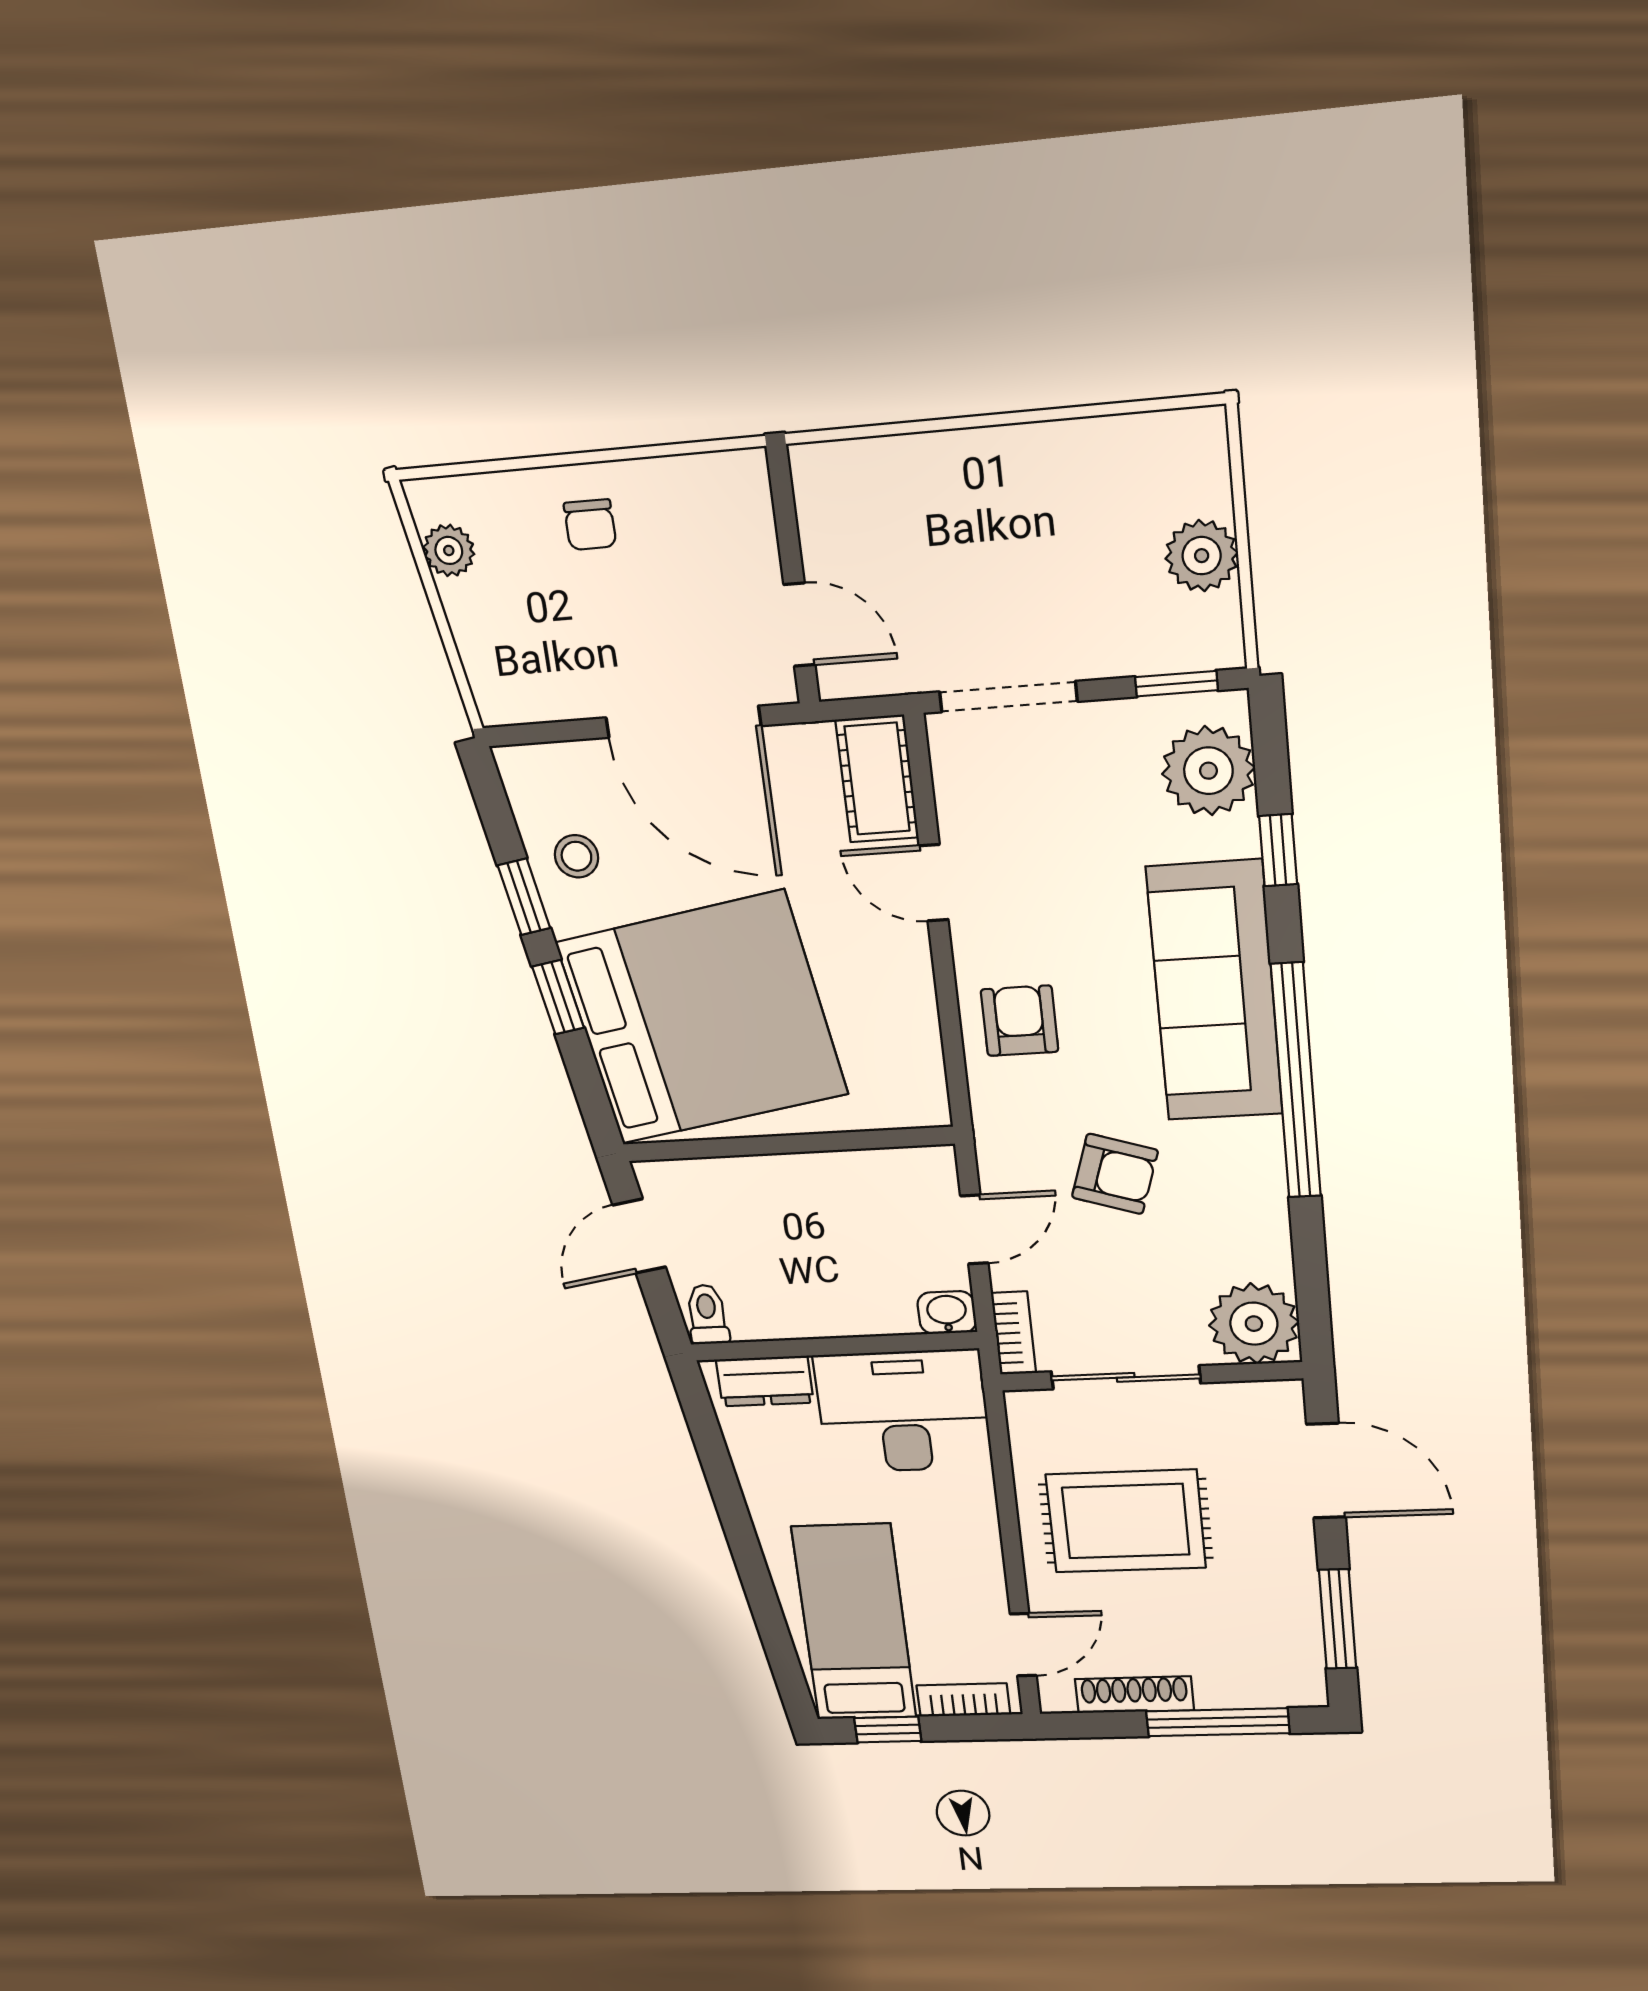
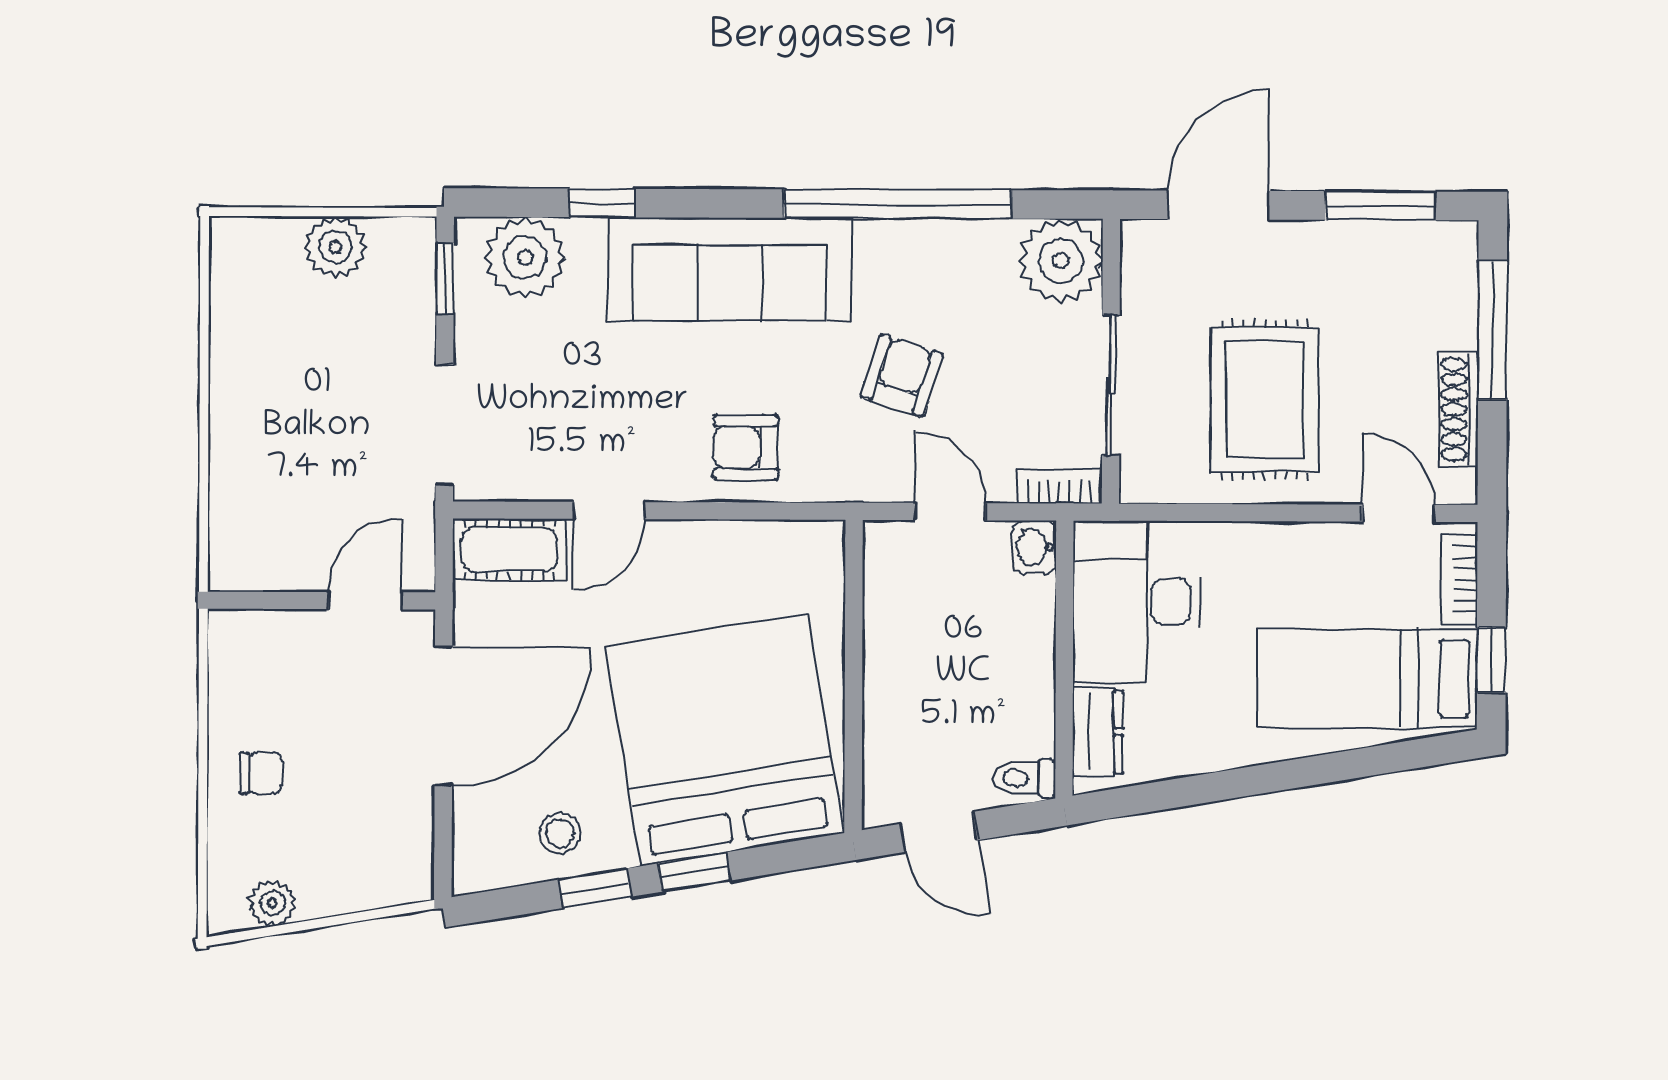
window: (1296, 1081) -> (897, 204), moved

